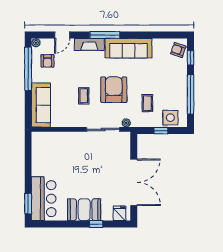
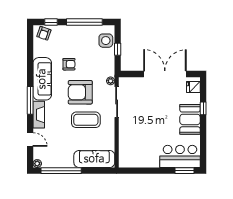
armchair: (48, 61) -> (69, 64), moved
coffee table: (84, 96) -> (86, 120), width x1.86, depth x1.72
coffee table: (147, 103) -> (92, 62), removed

